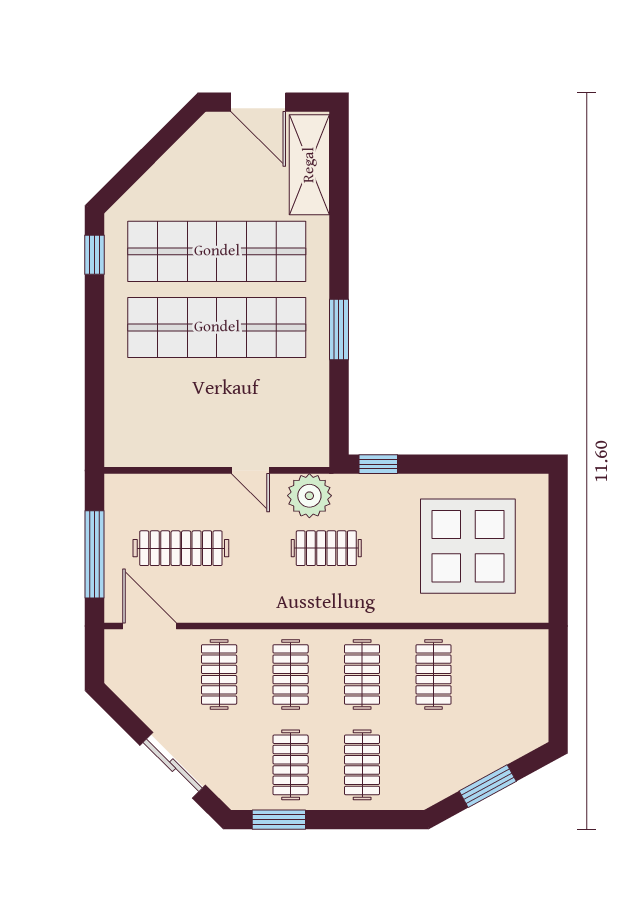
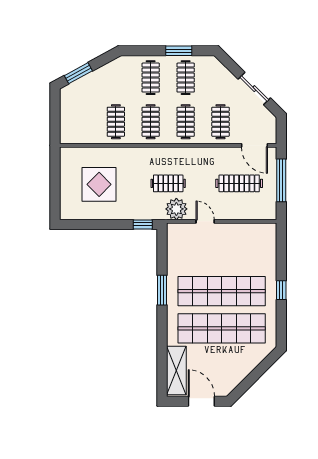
window: (94, 255) -> (281, 290), moved
display table: (468, 546) -> (99, 184), width x0.73, depth x0.73
sliding door: (173, 765) -> (254, 89), moved
window: (488, 786) -> (78, 73), moved
window: (279, 820) -> (179, 51), moved

